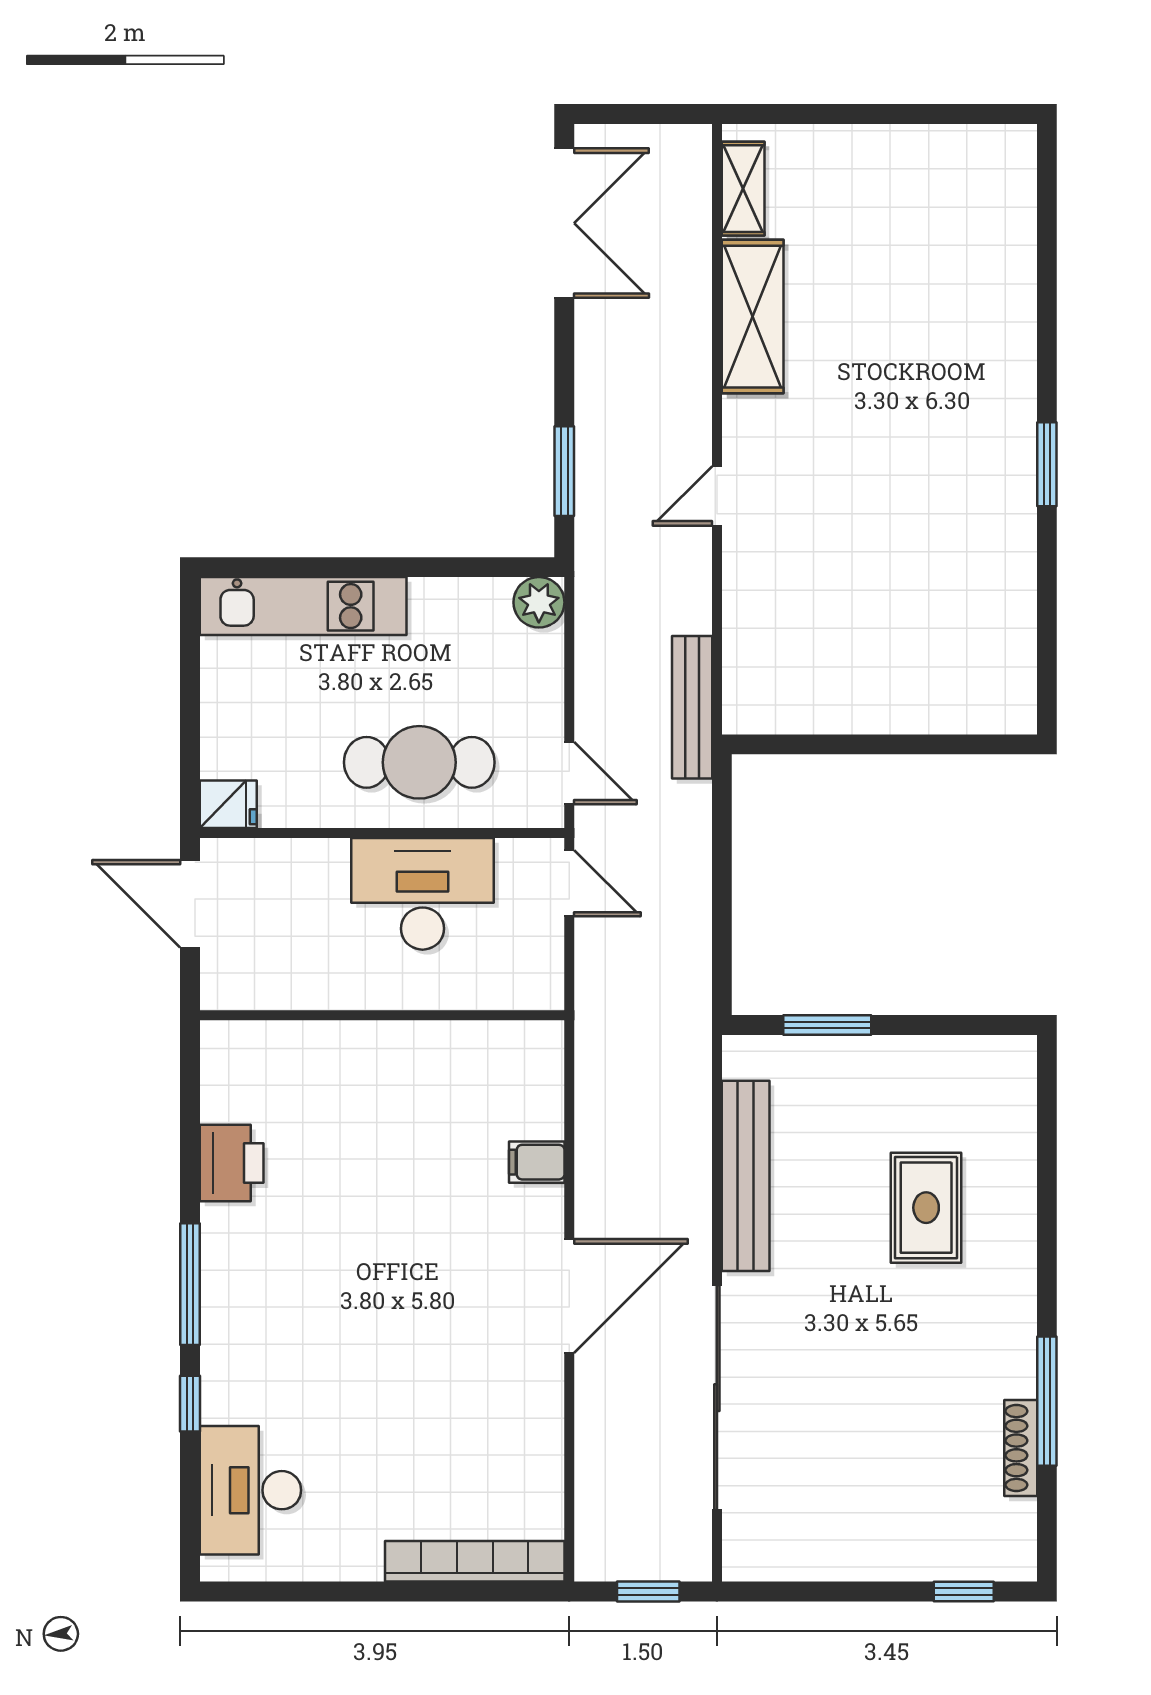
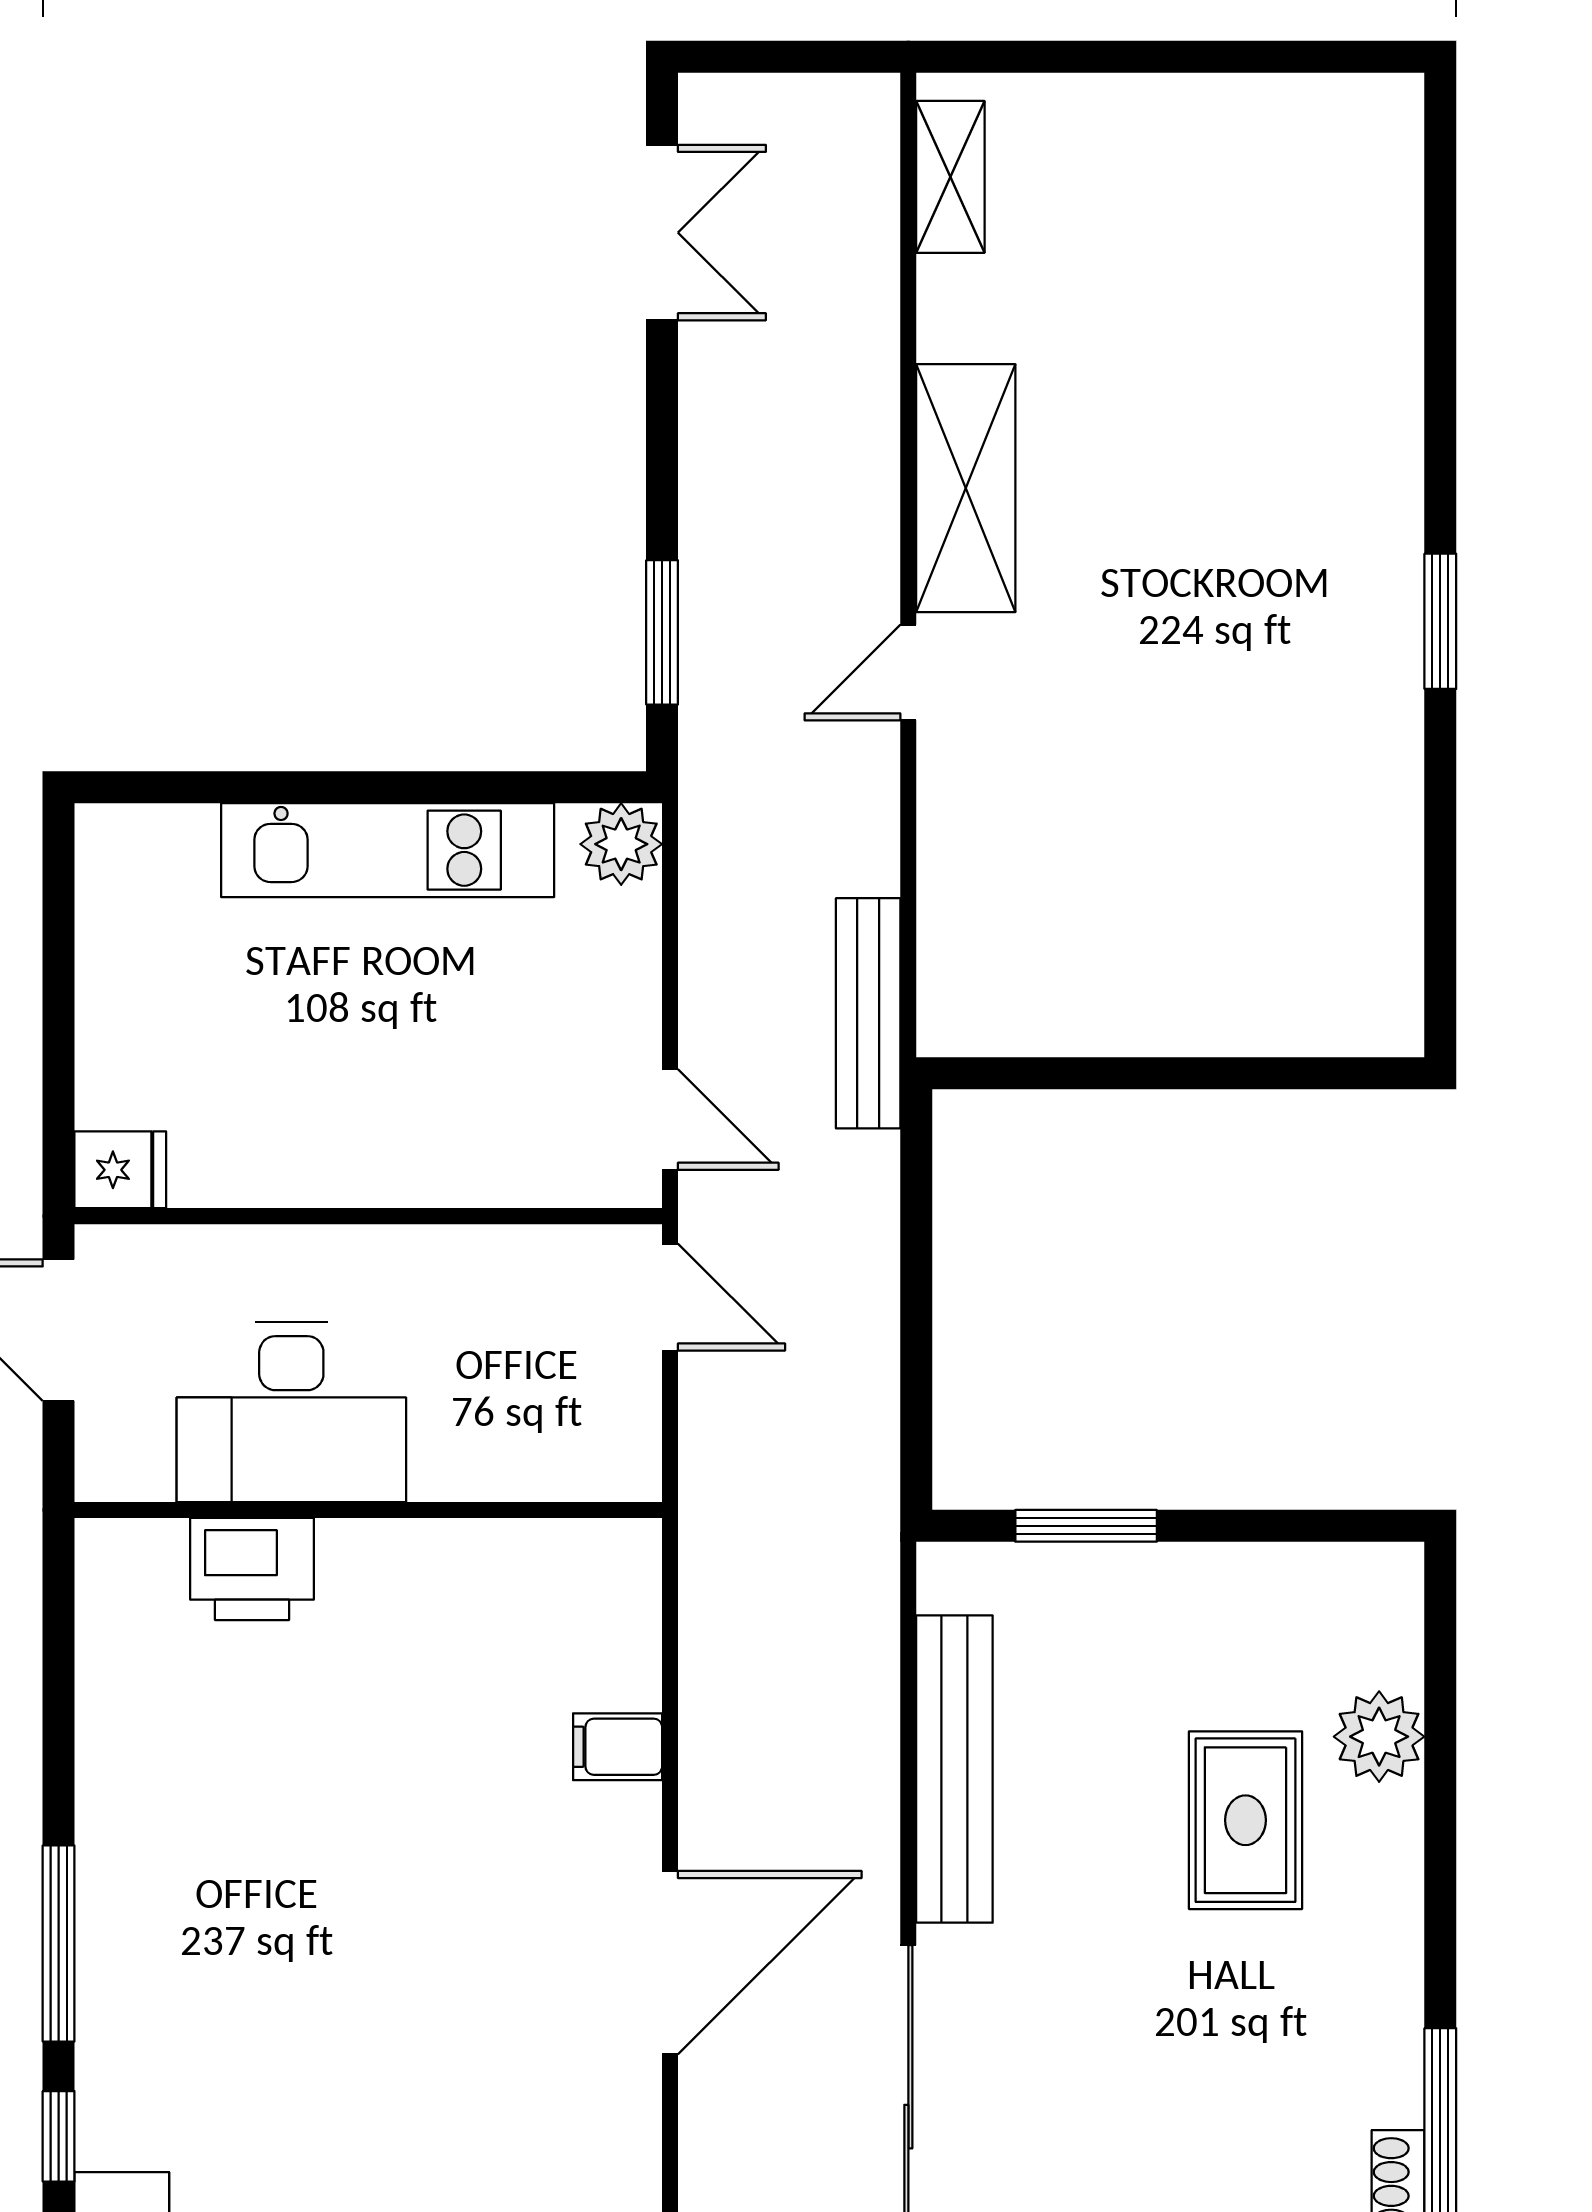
double door: (564, 223) -> (662, 233), width x0.73
shelving: (753, 317) -> (966, 488), moved
kitchen unit: (303, 606) -> (388, 850), moved
cafe table: (419, 762) -> (428, 1102), removed
desk: (423, 894) -> (291, 1412), moved, turned 180
plant: (1009, 1156) -> (1379, 1737), added
printer: (232, 1163) -> (252, 1569), moved, turned 90

